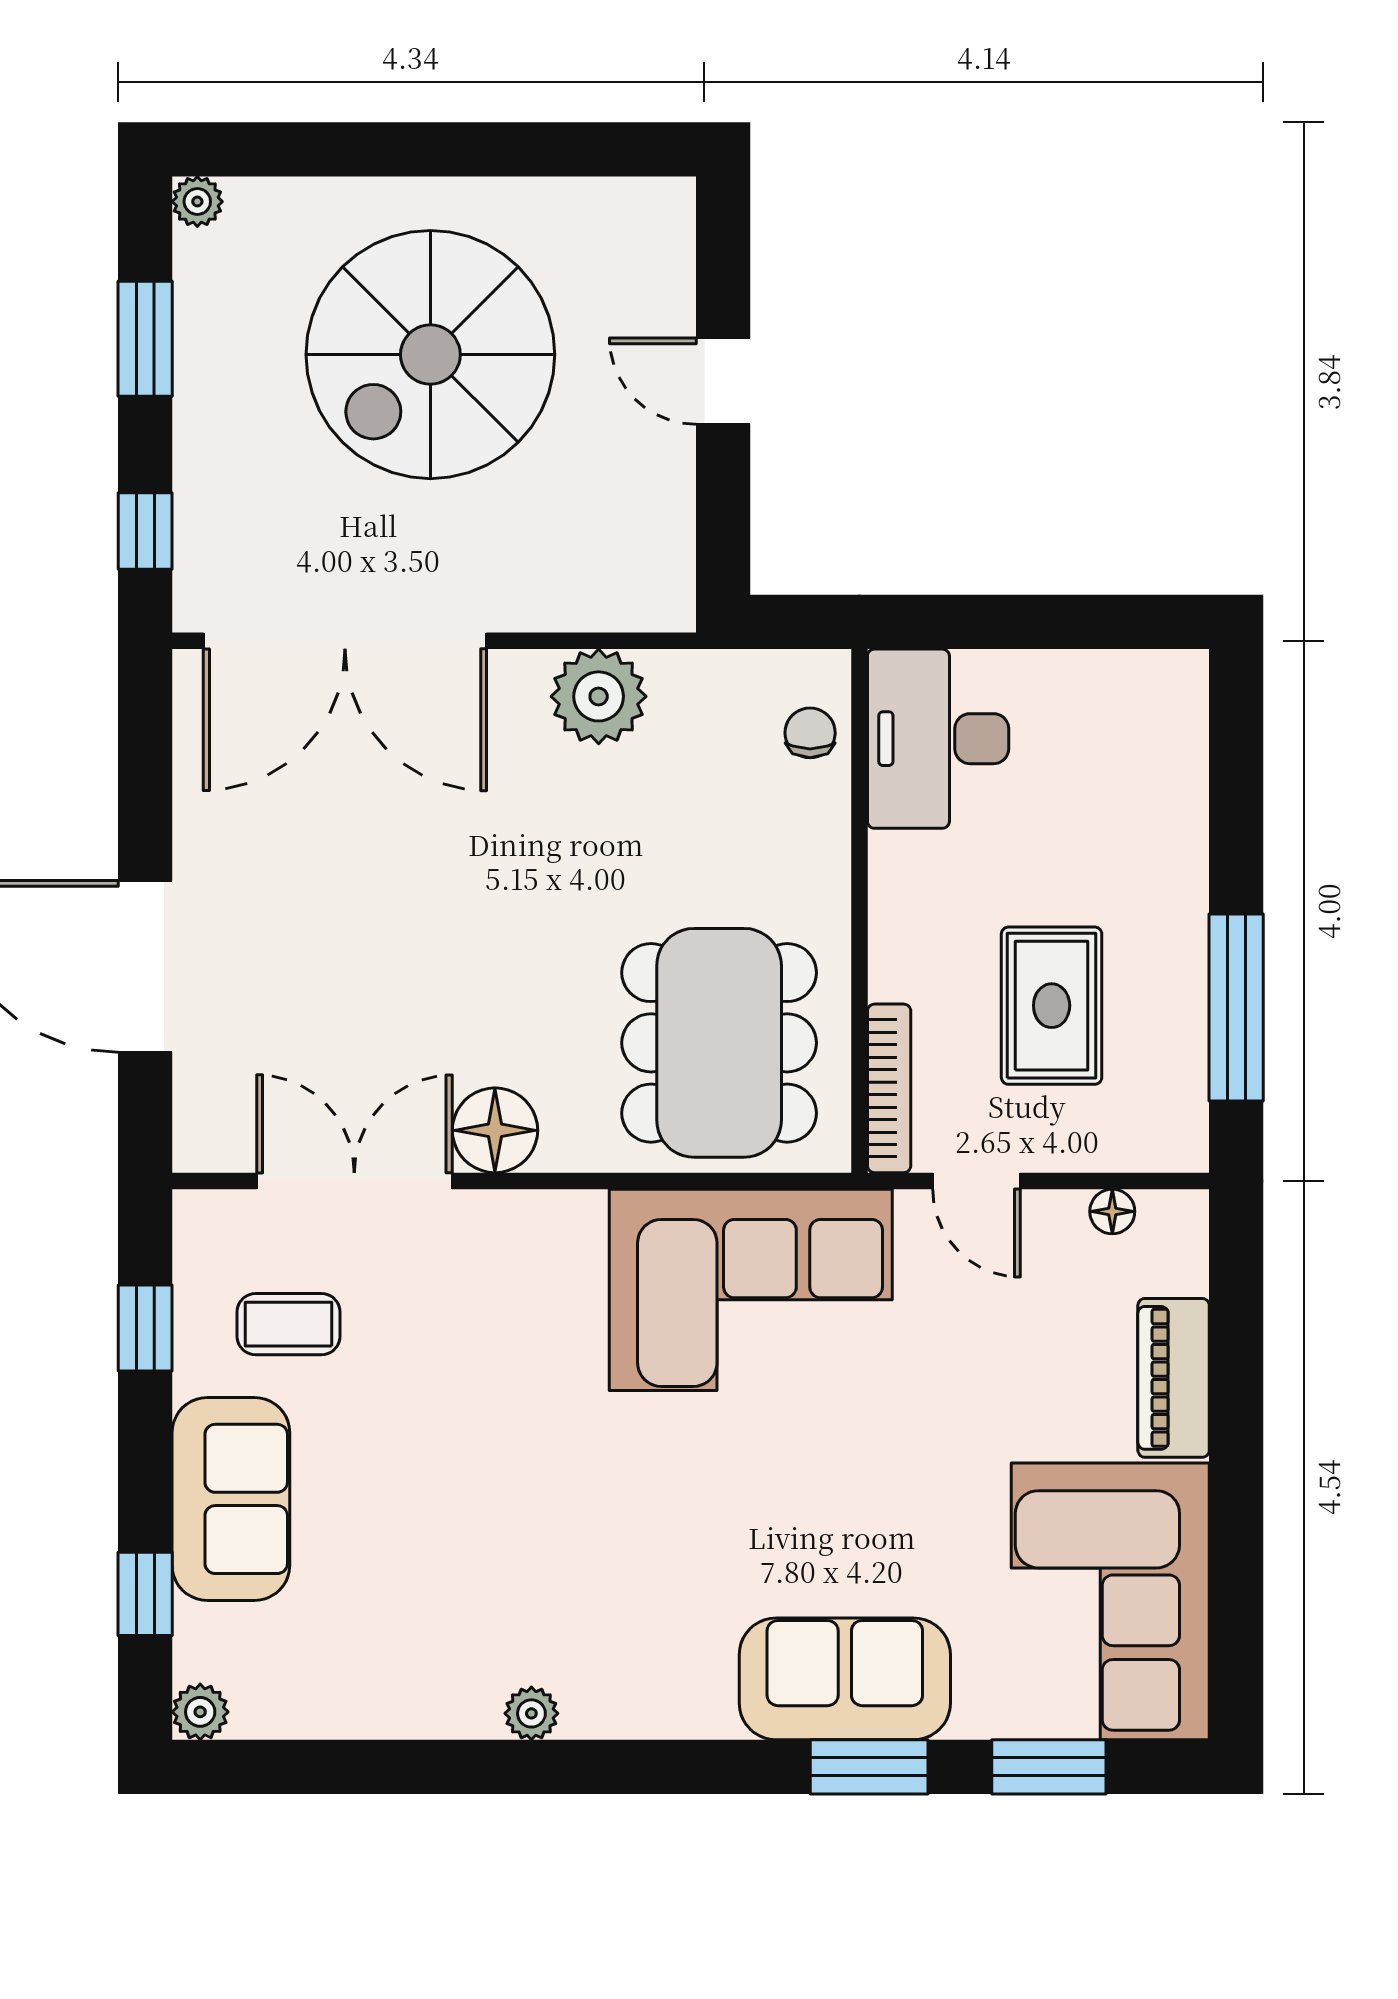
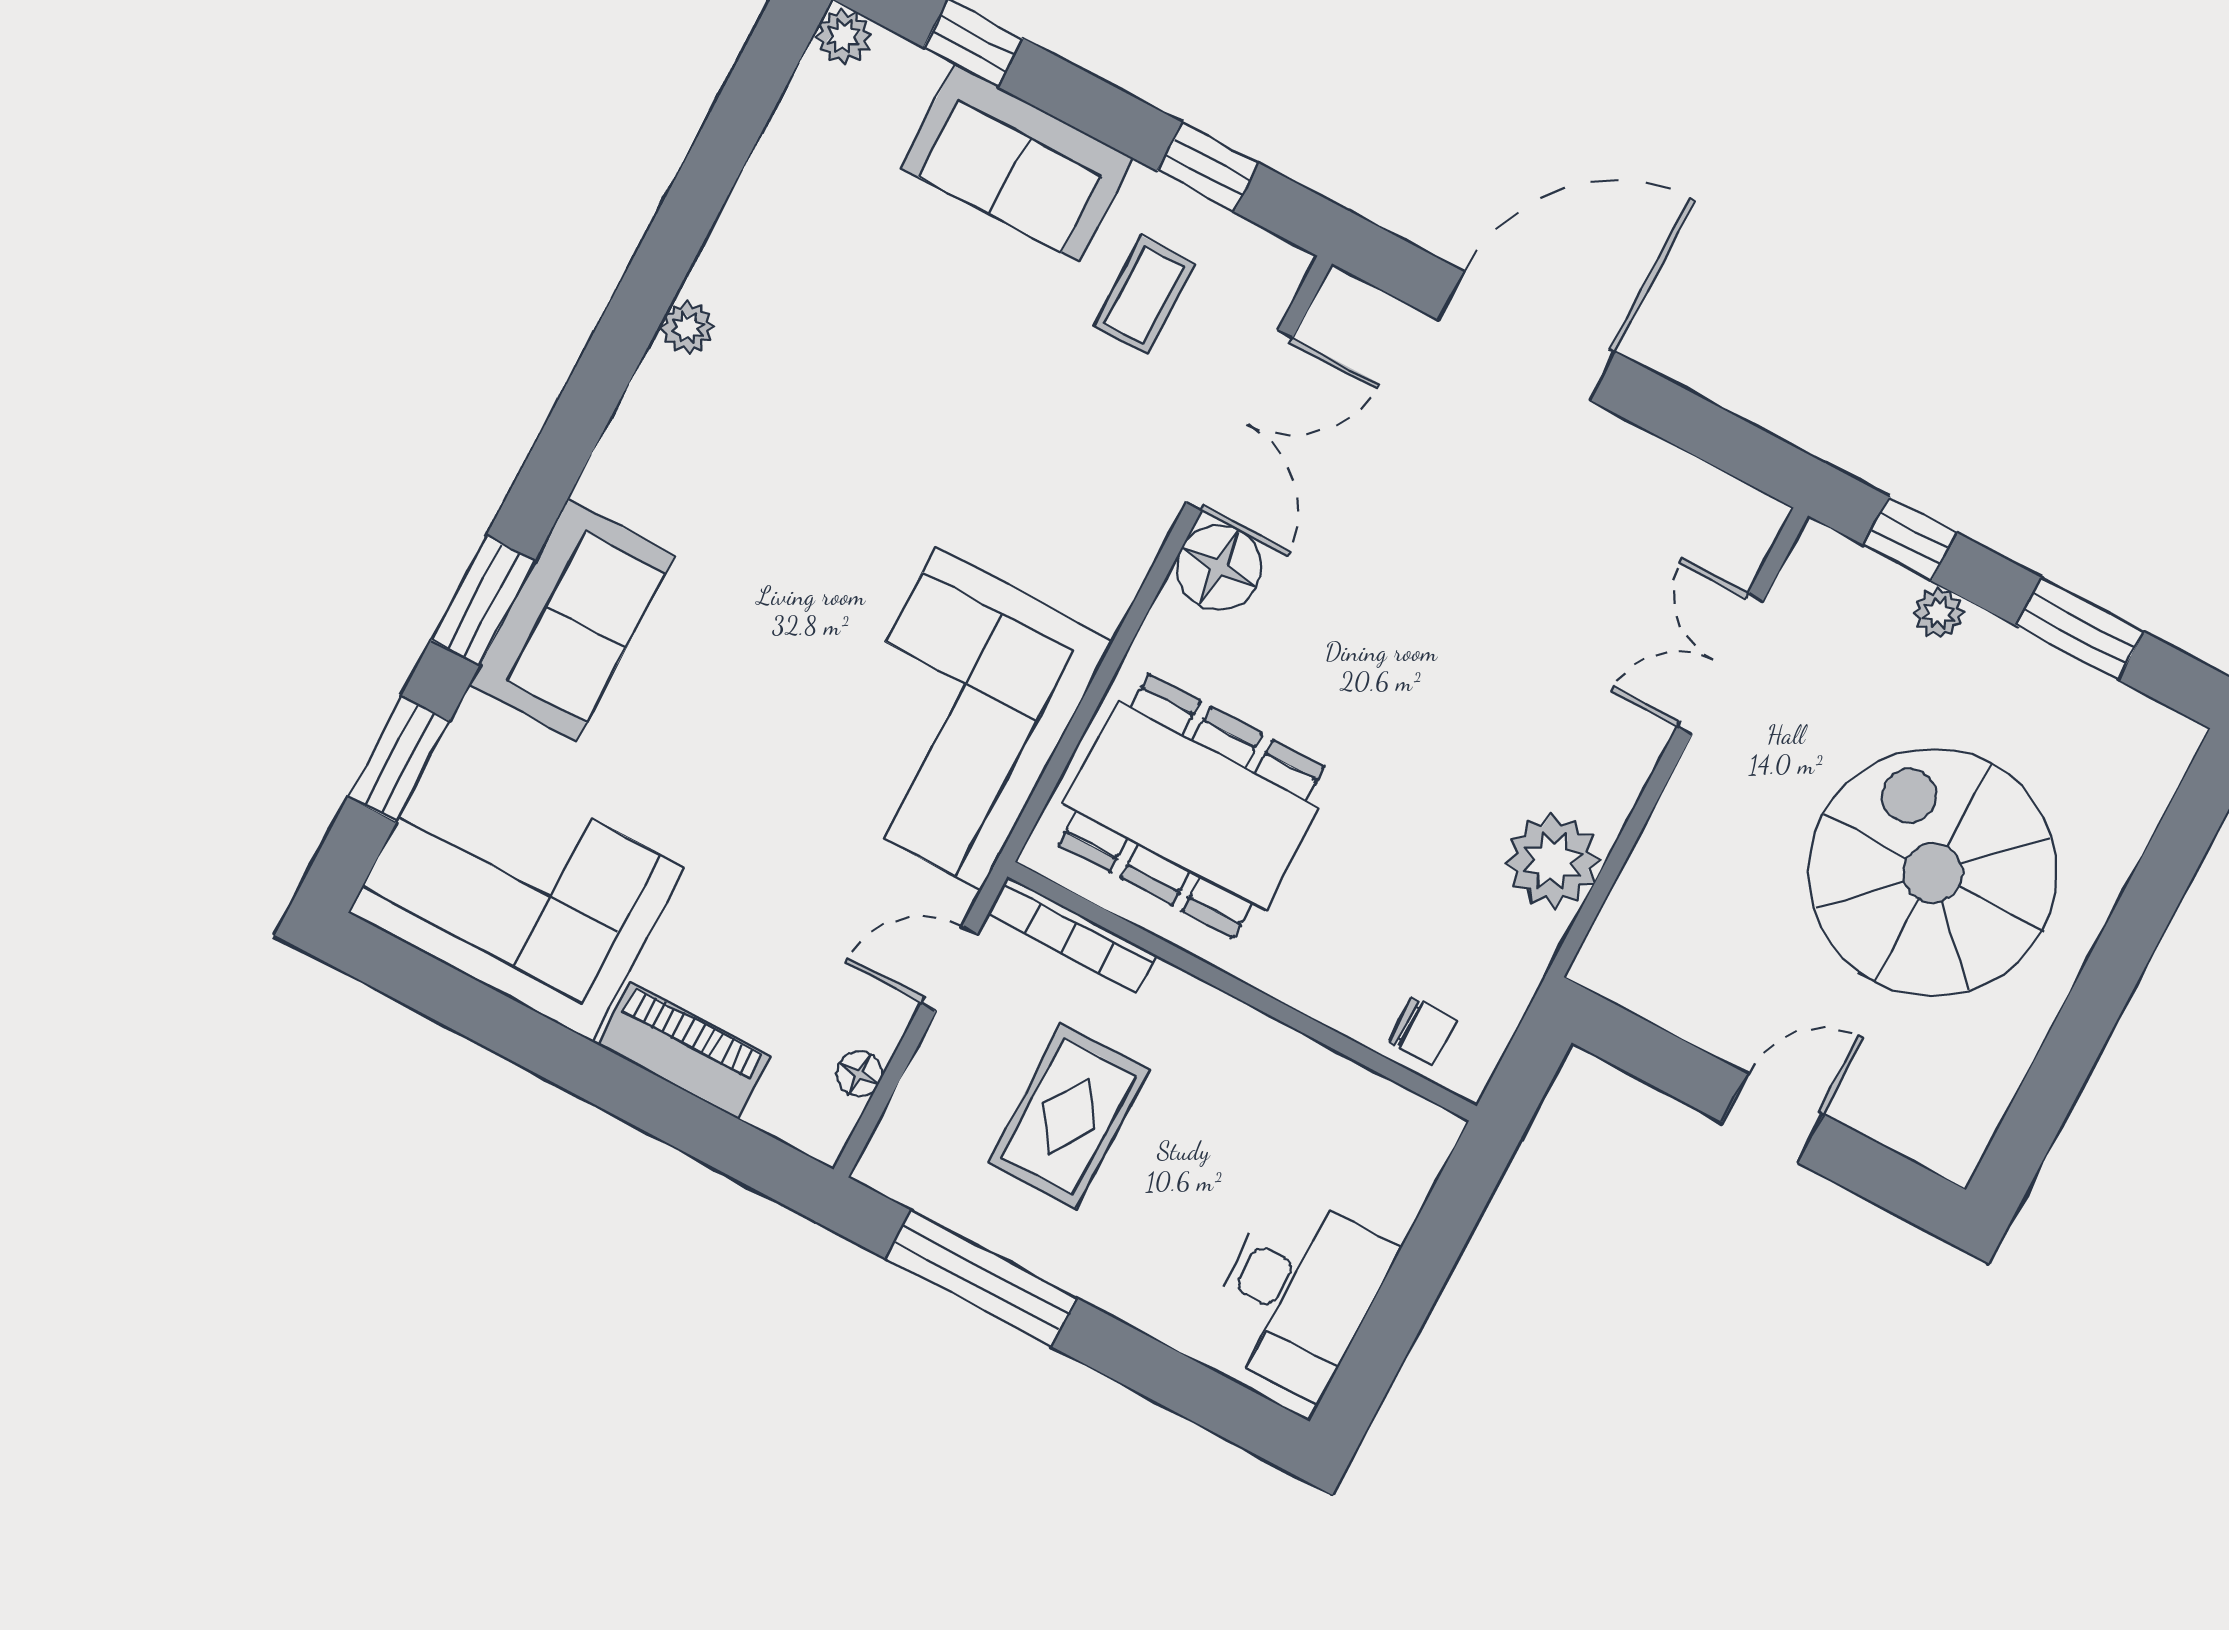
plant: (197, 202) -> (1939, 613), moved
double door: (345, 641) -> (1720, 664), width x0.54
desk: (938, 739) -> (1298, 1294), moved, turned 90
rug: (1052, 1006) -> (1069, 1116), turned 90

